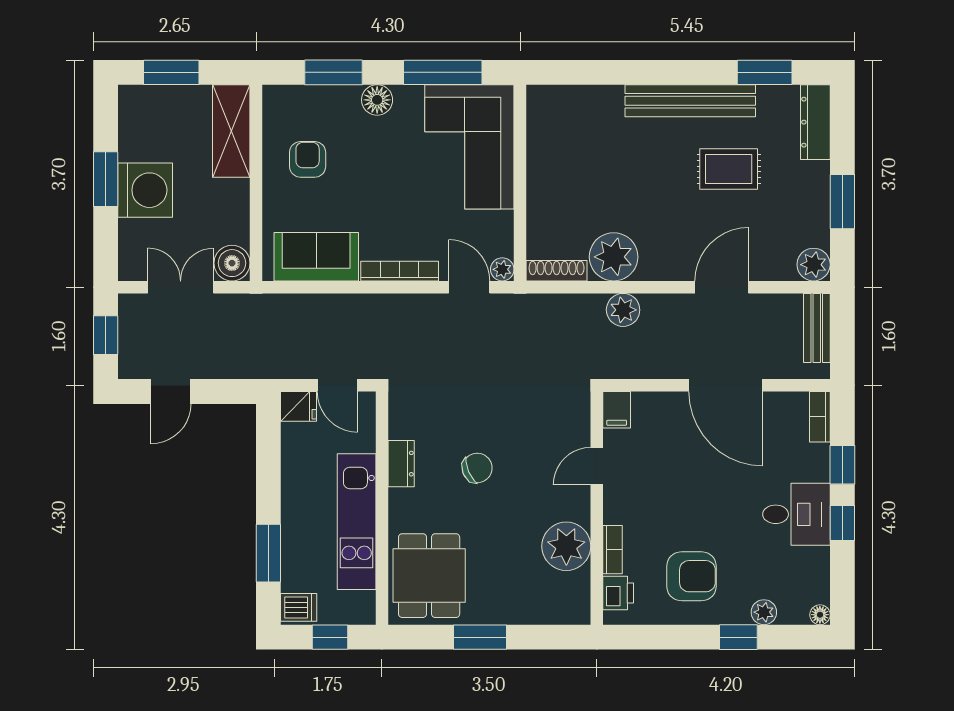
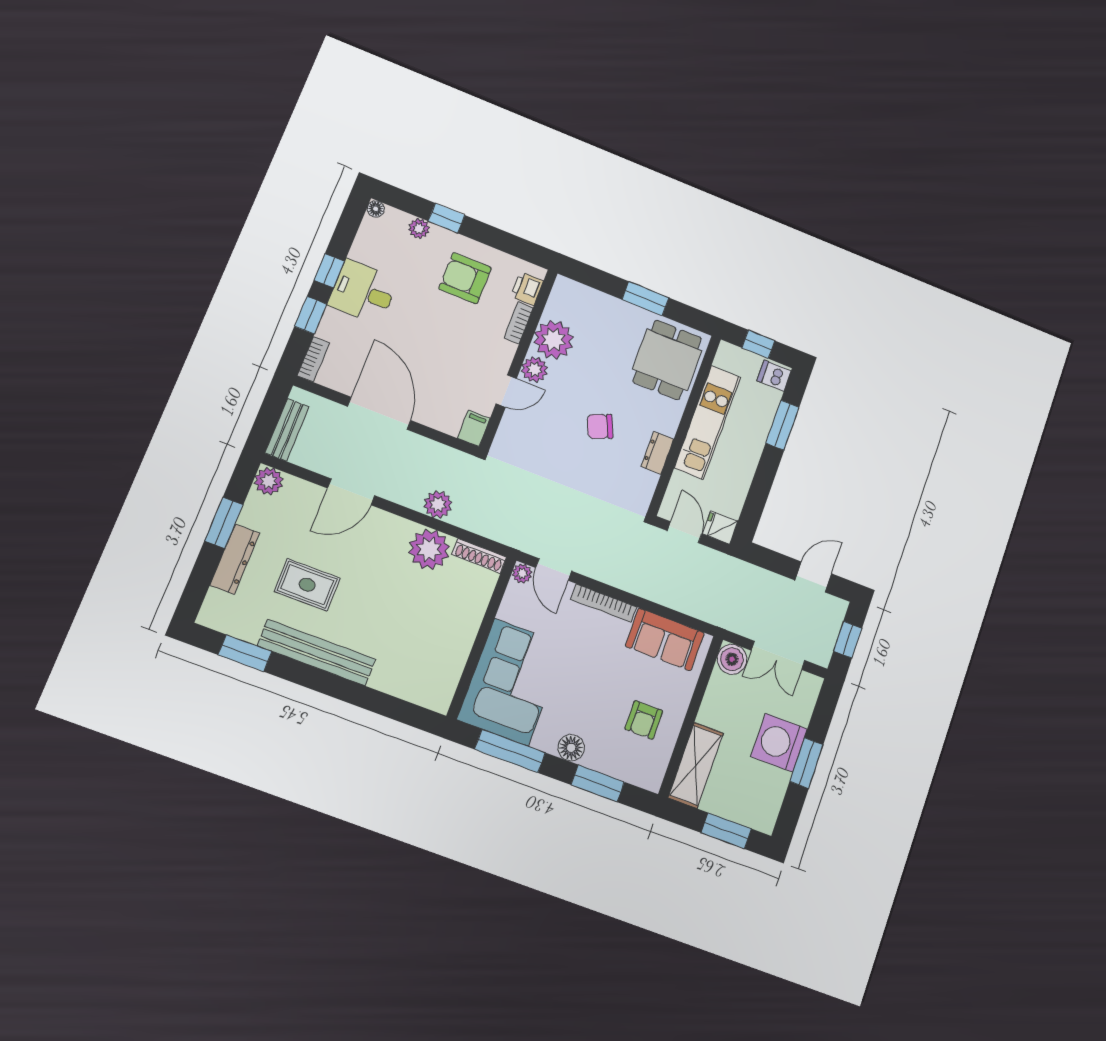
dresser: (815, 122) -> (235, 559), moved
plant: (575, 504) -> (535, 369), added

